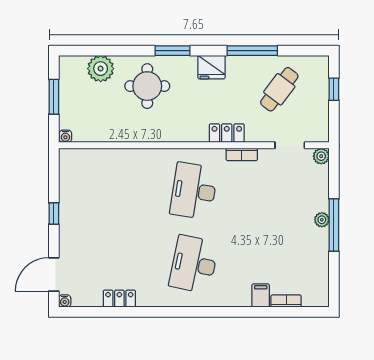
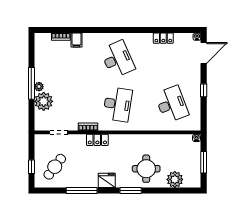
cafe table: (279, 89) -> (55, 167), moved
plant: (321, 156) -> (44, 101), moved, width x1.88, depth x1.88
desk: (106, 191) -> (172, 104), added
desk: (194, 264) -> (118, 59), turned -36

